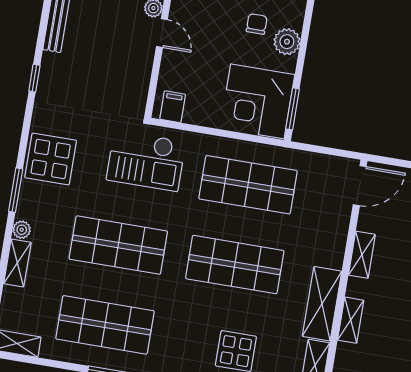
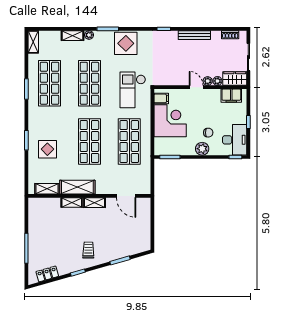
door: (162, 33) -> (196, 87), swing flipped
corner desk: (257, 101) -> (170, 121), moved, turned 90
door: (360, 186) -> (126, 196), moved
shelving: (362, 255) -> (94, 203), moved

